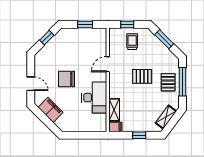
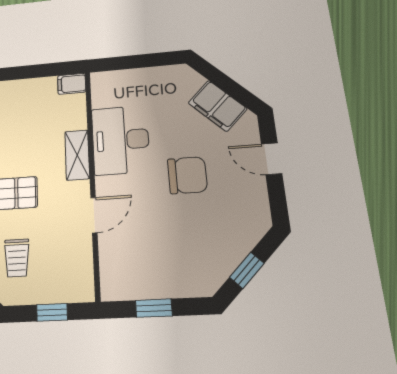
trolley: (132, 42) -> (17, 258), moved
shelving: (114, 110) -> (77, 155), moved
window: (139, 135) -> (22, 73), removed

